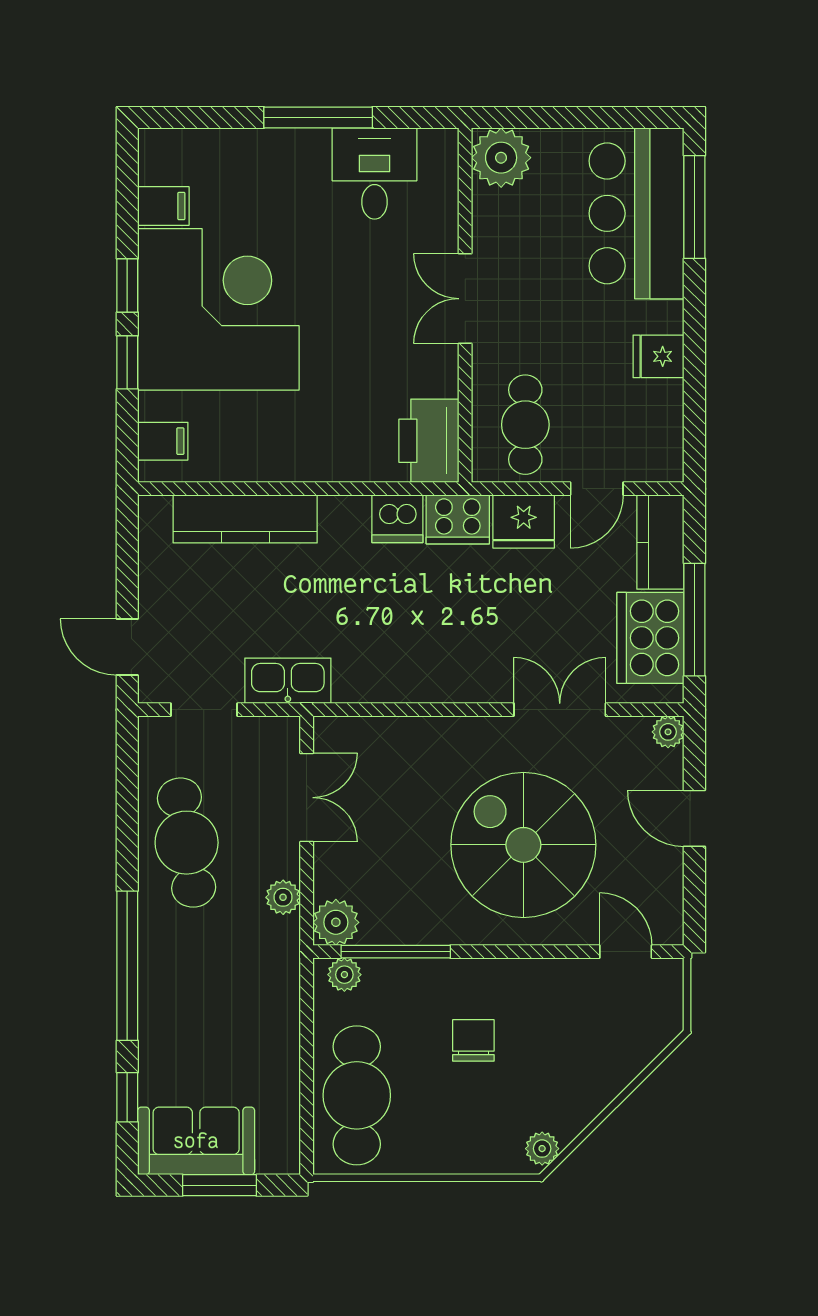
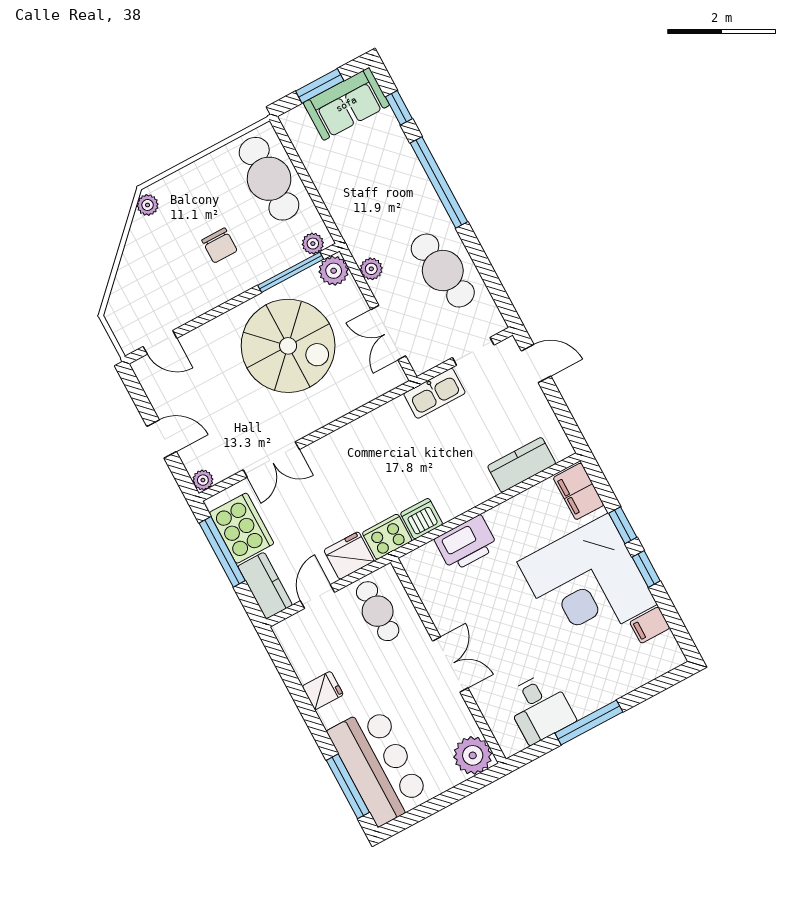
filing cabinet: (163, 441) -> (579, 491), width x2.00
printer: (429, 441) -> (466, 543), moved, turned 90
kitchen counter: (245, 519) -> (522, 465), width x0.67
spiral stairs: (523, 845) -> (288, 346), moved

